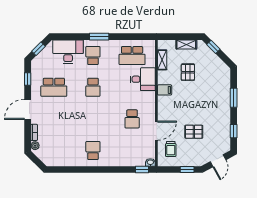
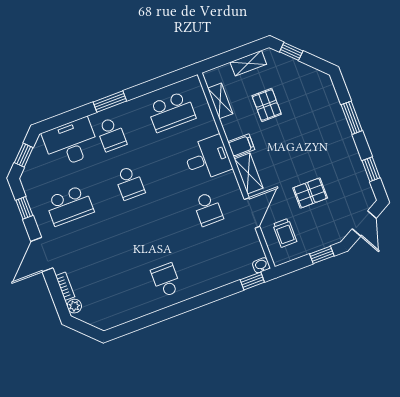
school desk: (93, 56) -> (111, 134), turned 180
desk: (143, 79) -> (207, 158), moved
shelving: (163, 107) -> (249, 173), added

